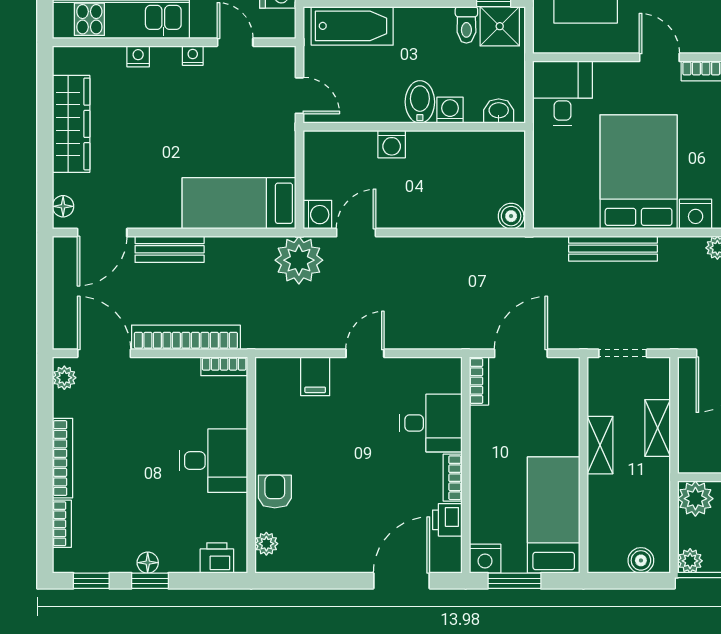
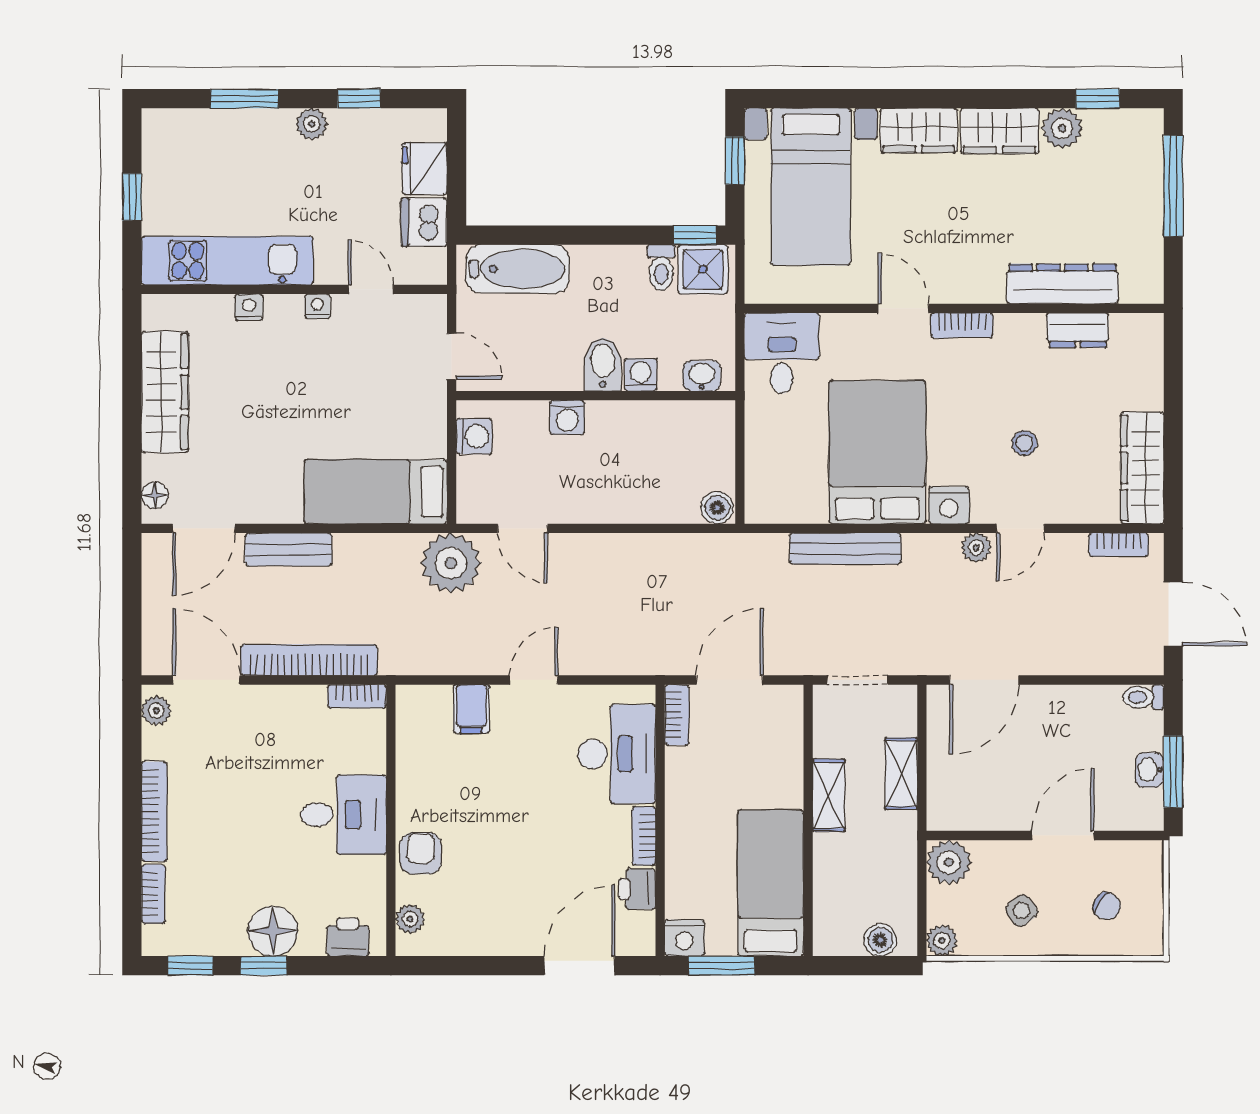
washing machine: (317, 215) -> (474, 436), moved
door: (356, 233) -> (523, 528), swing flipped
desk: (431, 423) -> (617, 754), width x1.37
floor lamp: (148, 563) -> (273, 931), width x1.89, depth x1.89

